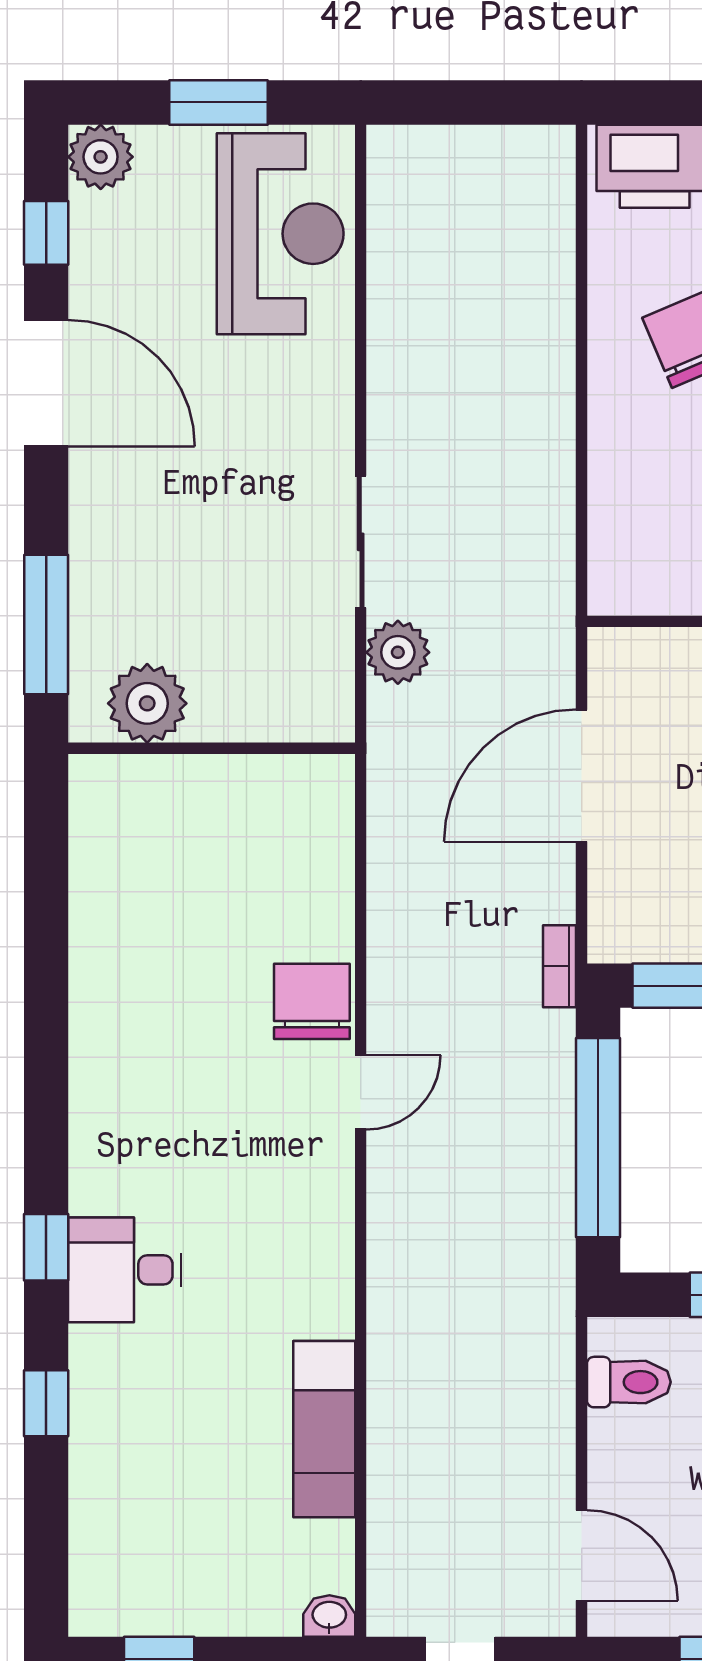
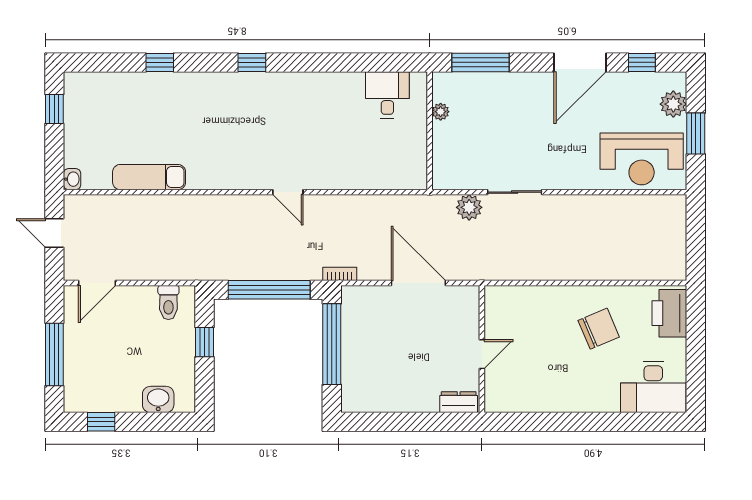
plant: (101, 157) -> (673, 104), moved
plant: (147, 703) -> (441, 112), width x0.53, depth x0.53
chair: (312, 1001) -> (325, 172), removed
window: (46, 1247) -> (252, 62), moved
desk: (125, 1270) -> (387, 95), moved

